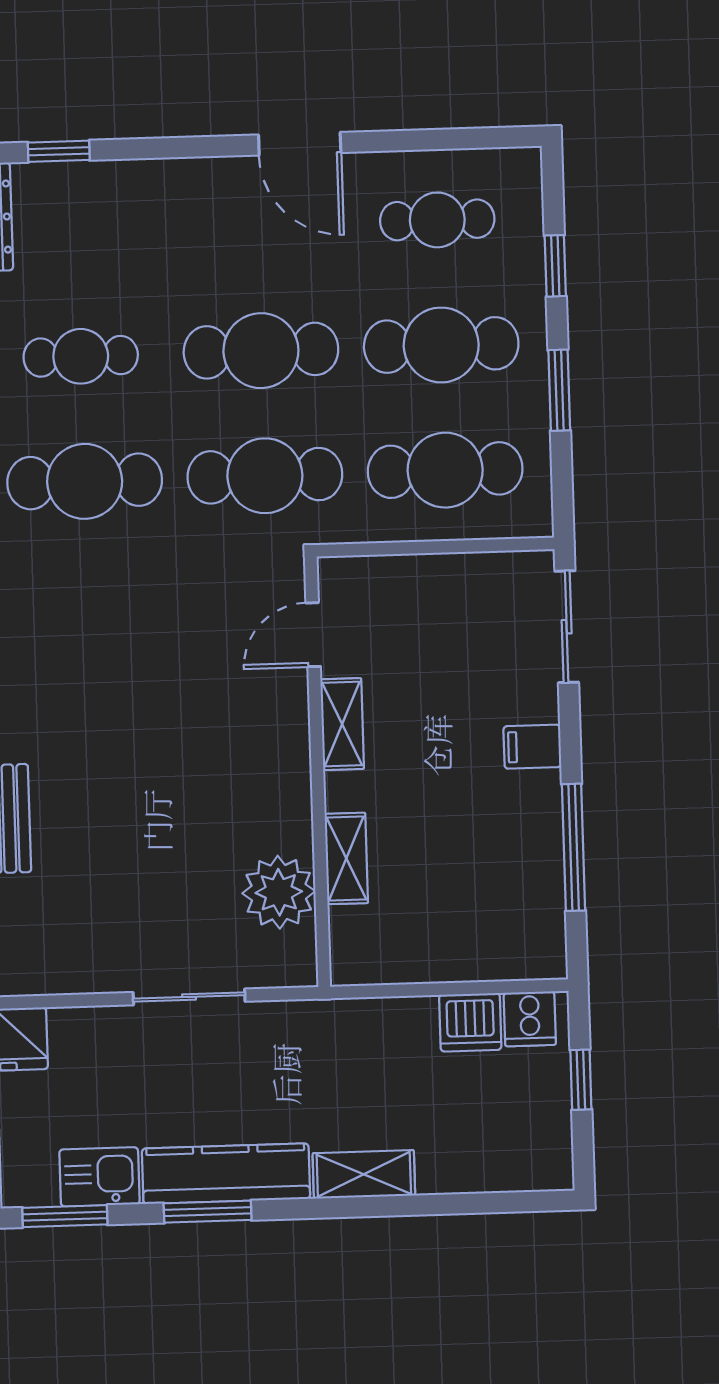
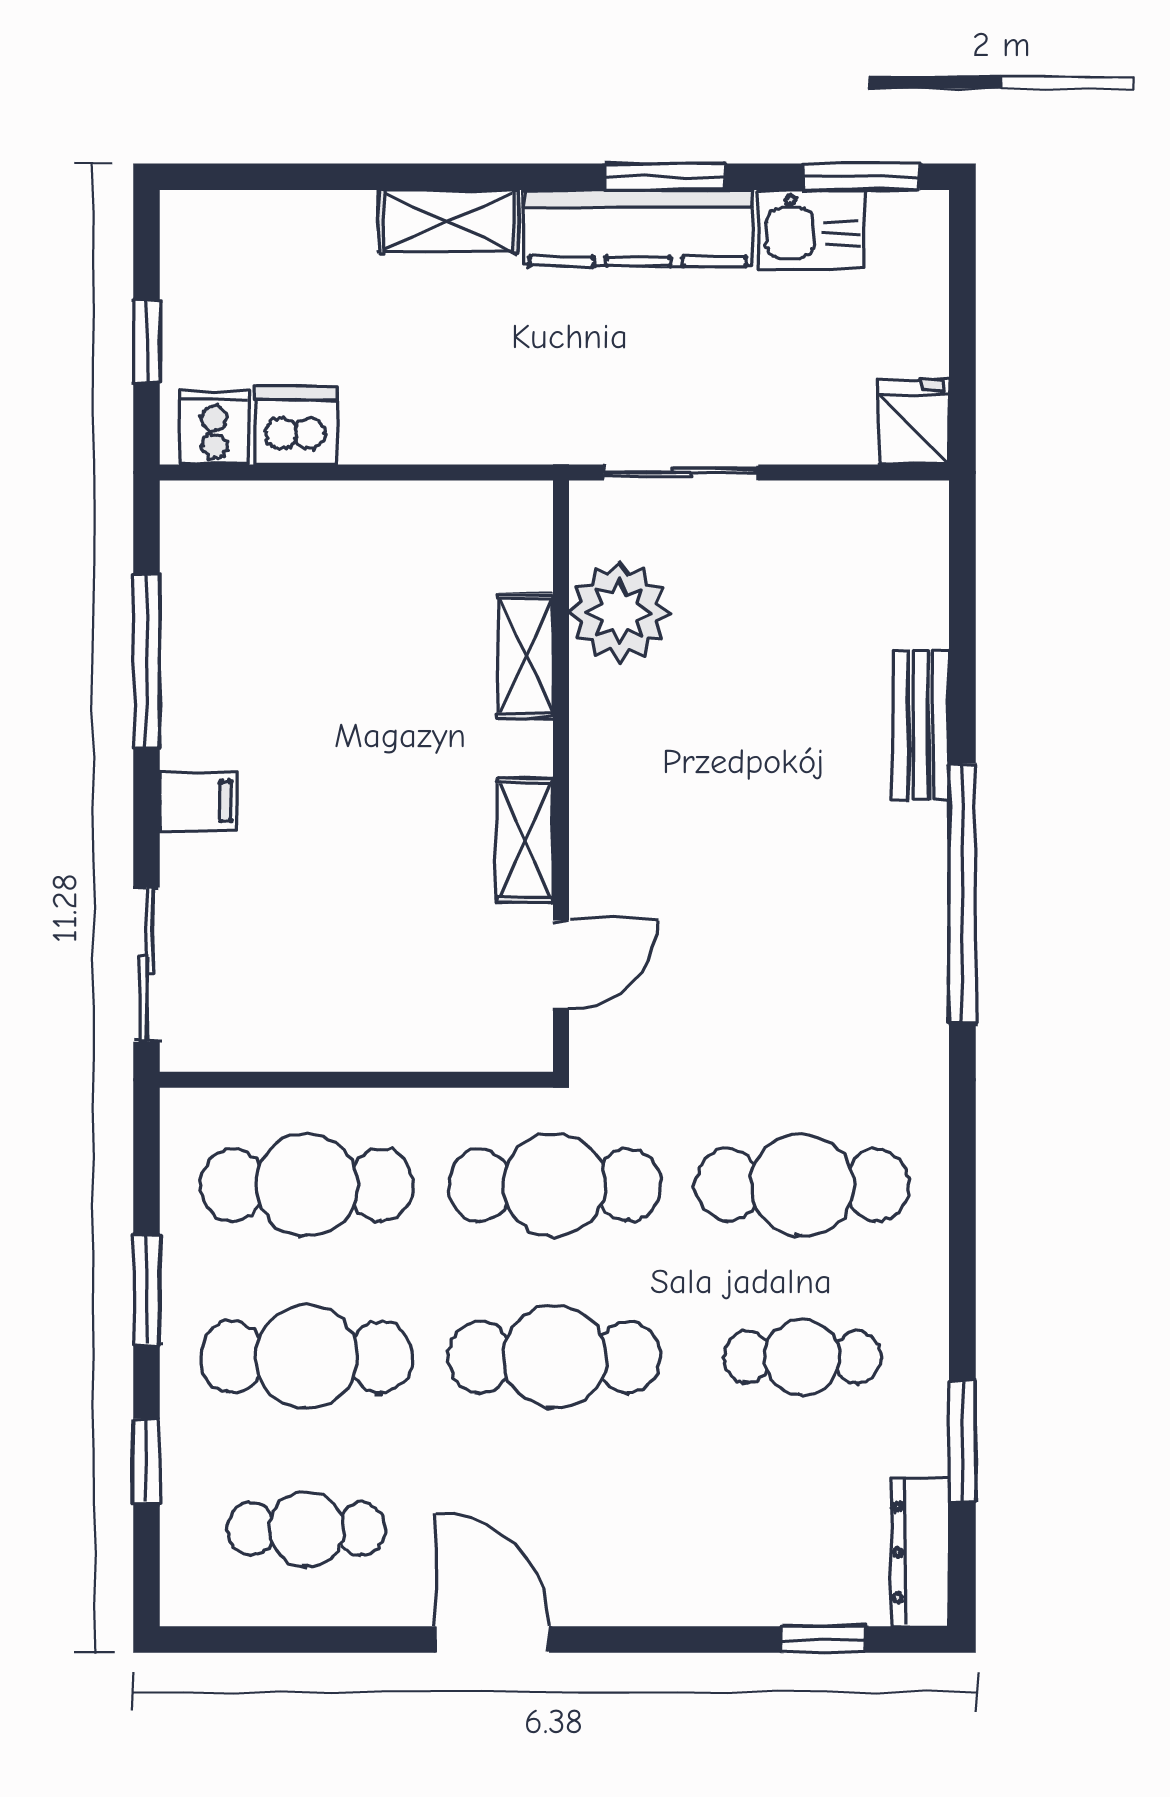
door: (313, 635) -> (561, 965), moved
shelving: (342, 724) -> (525, 841), moved
wall: (317, 772) -> (561, 776), moved
shelving: (346, 858) -> (525, 656), moved
plant: (279, 892) -> (619, 612), moved

